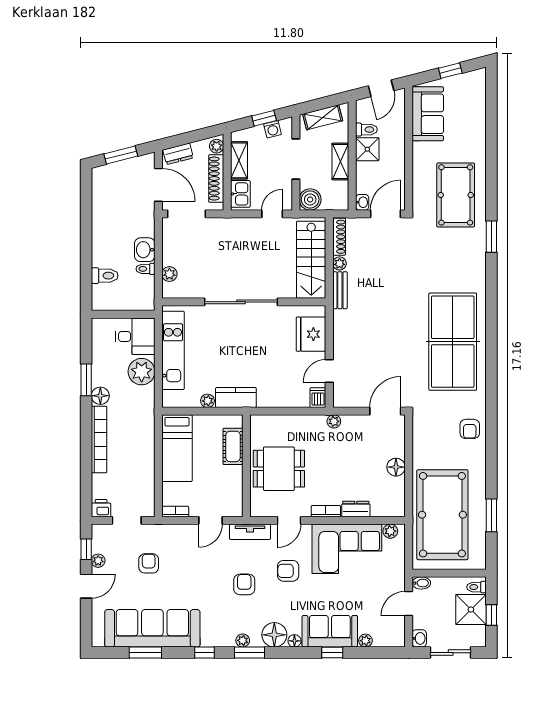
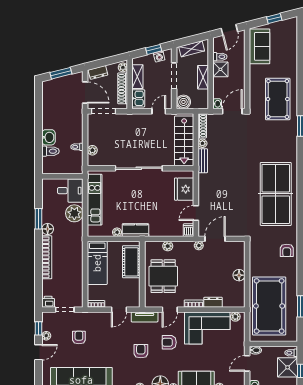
washbasin: (145, 250) -> (48, 137), moved, turned 180
door: (385, 411) -> (215, 239), moved
plant: (286, 422) -> (168, 246), added
cot: (233, 446) -> (131, 262), width x1.37, depth x1.34
dining table: (279, 469) -> (163, 276), turned 90

